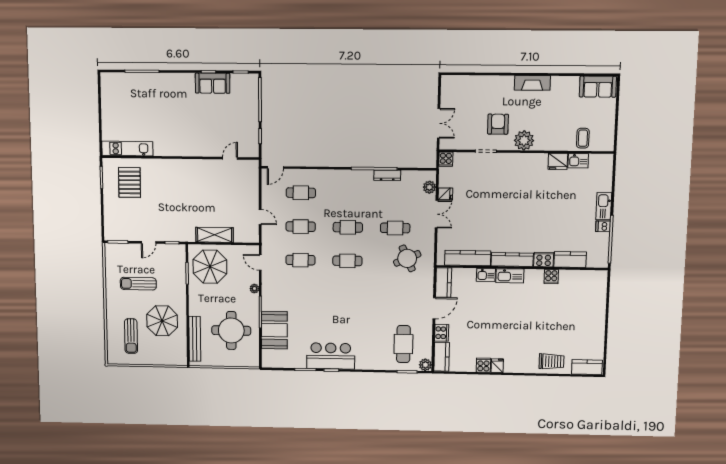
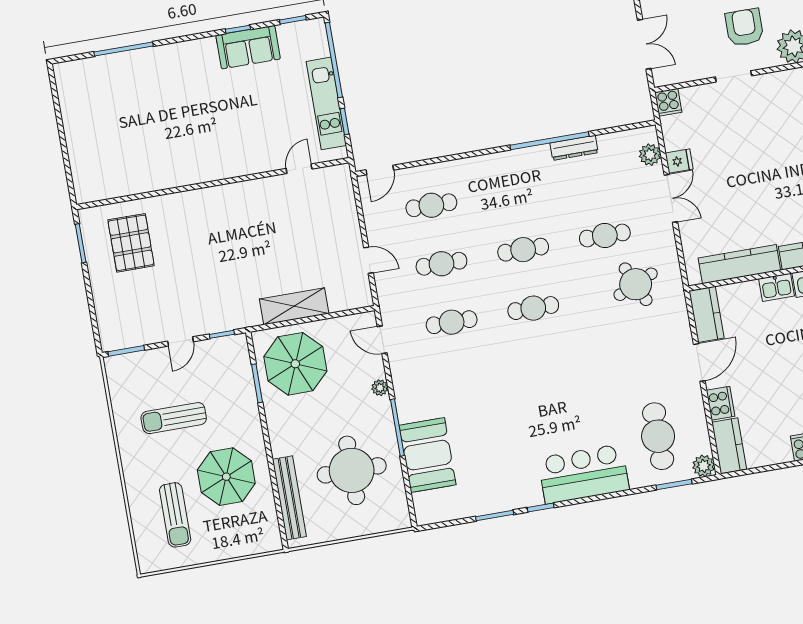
kitchen unit: (127, 149) -> (326, 103), moved, turned -90
bar counter: (331, 356) -> (583, 474), moved

